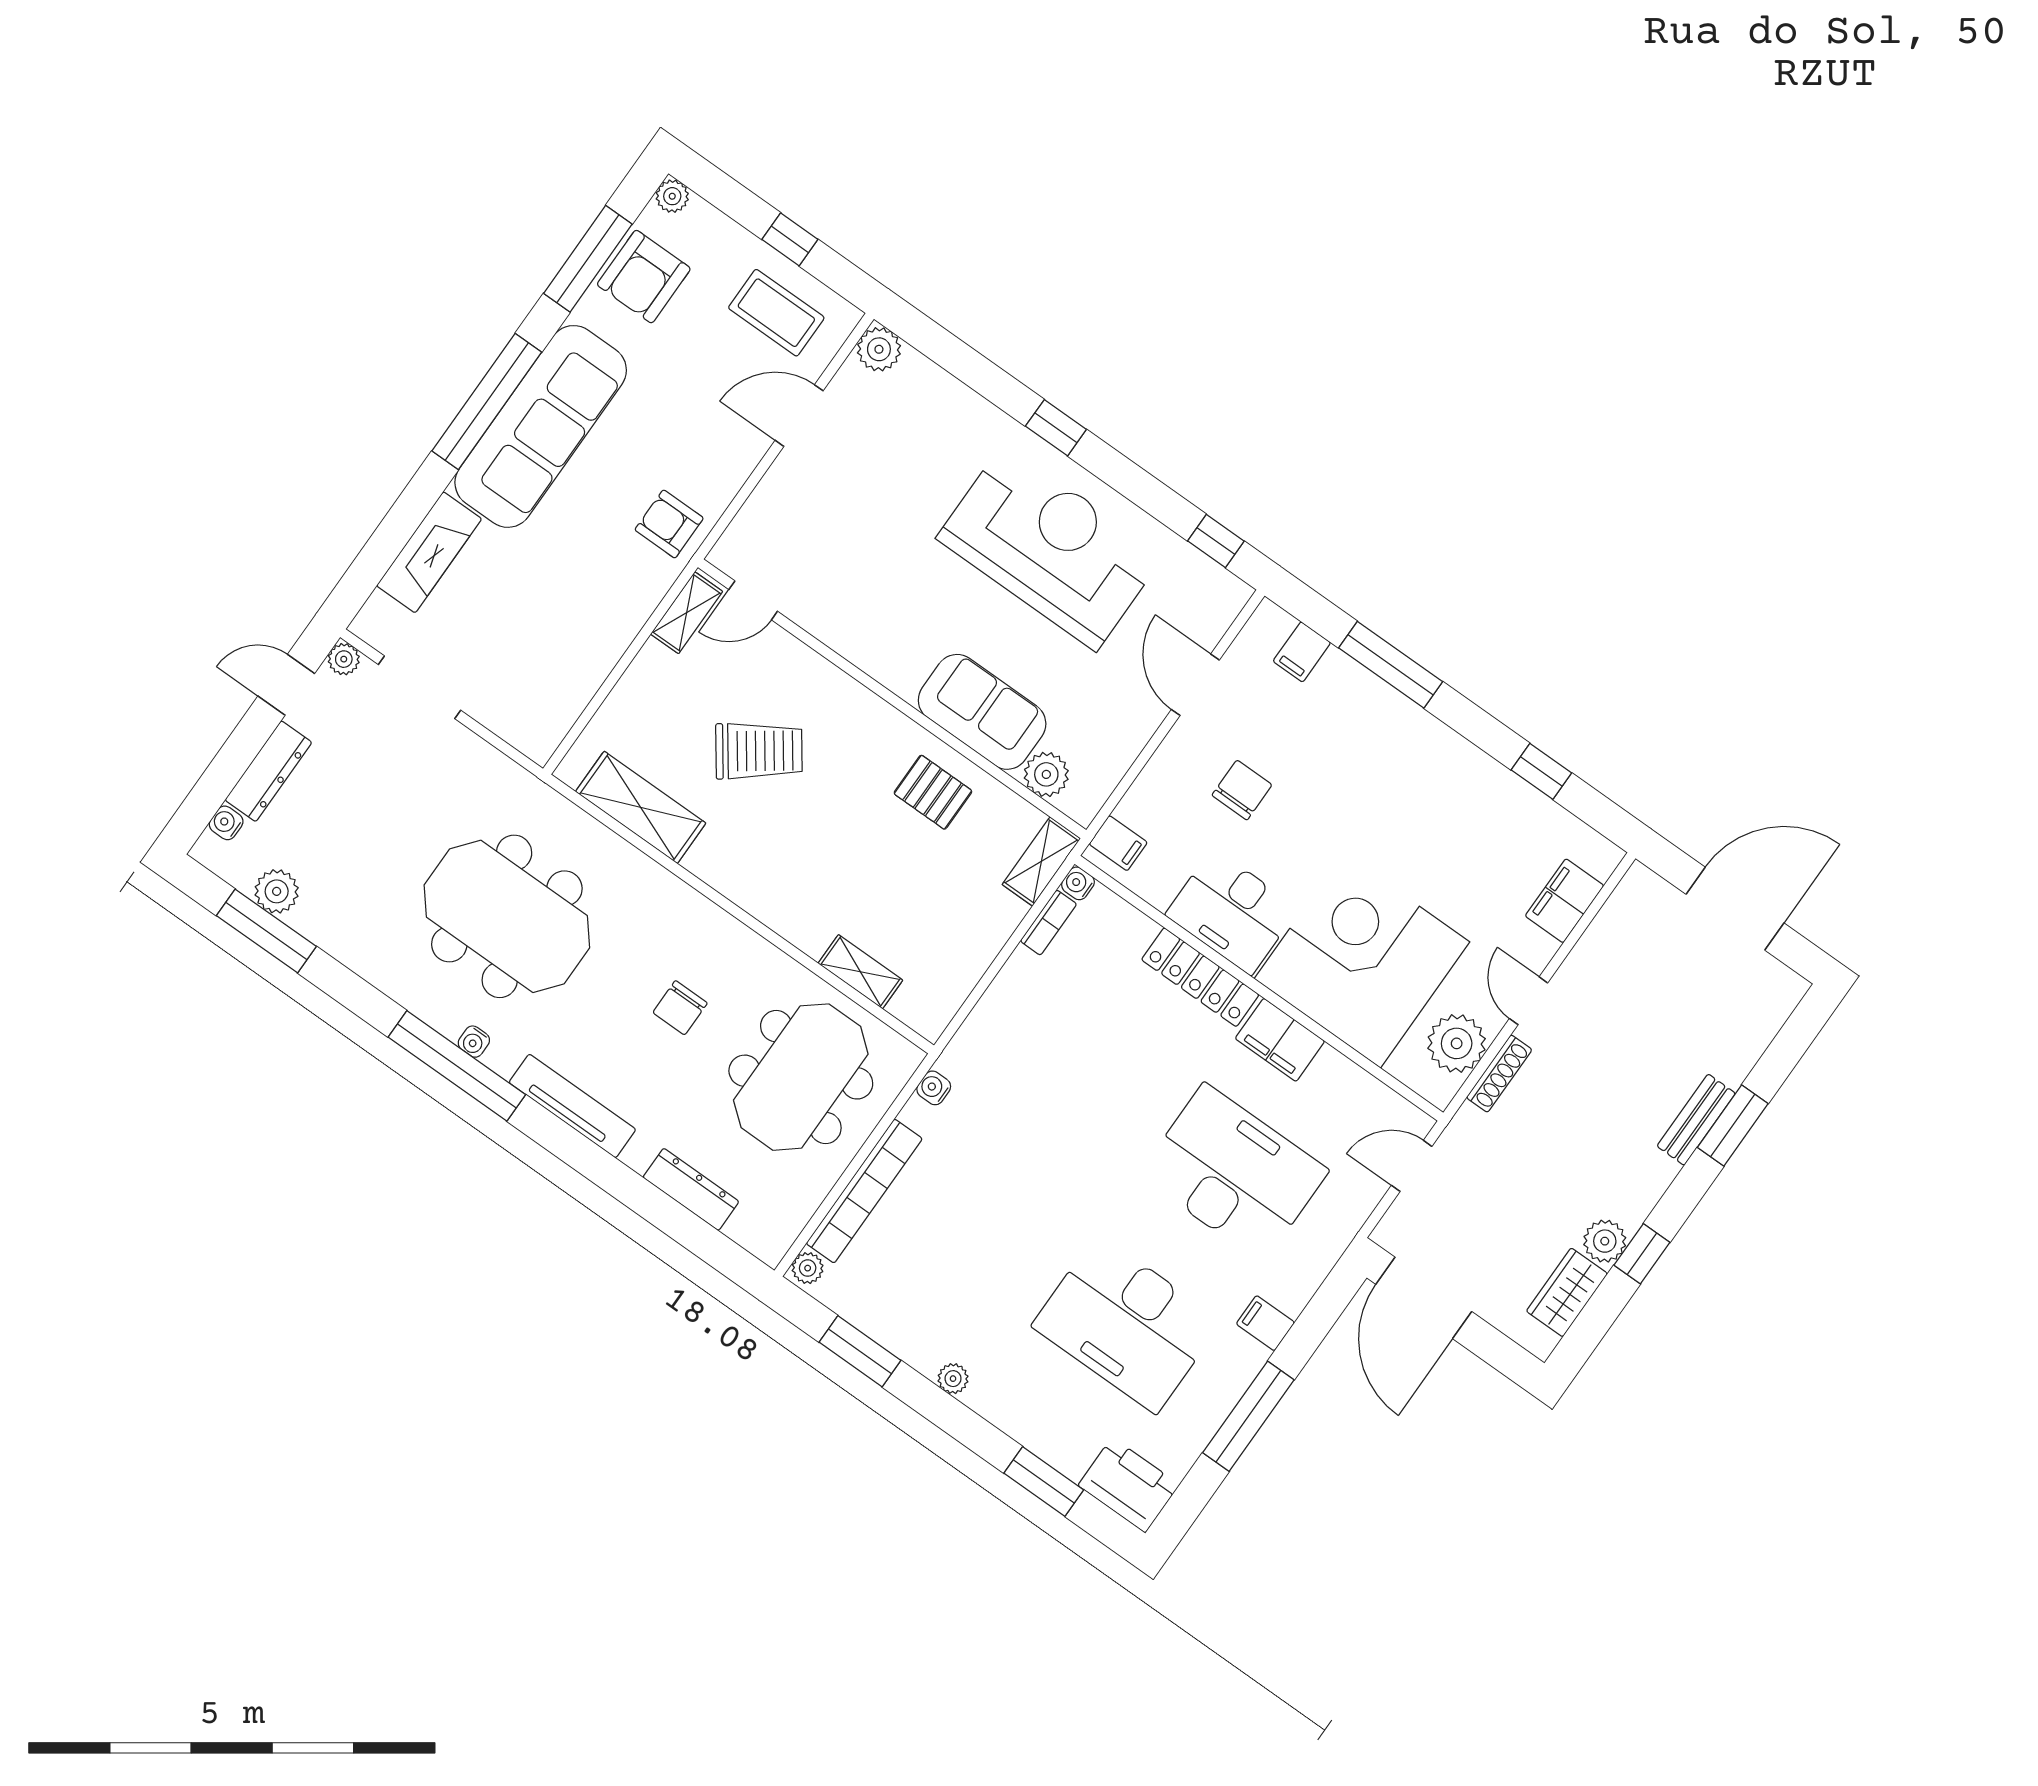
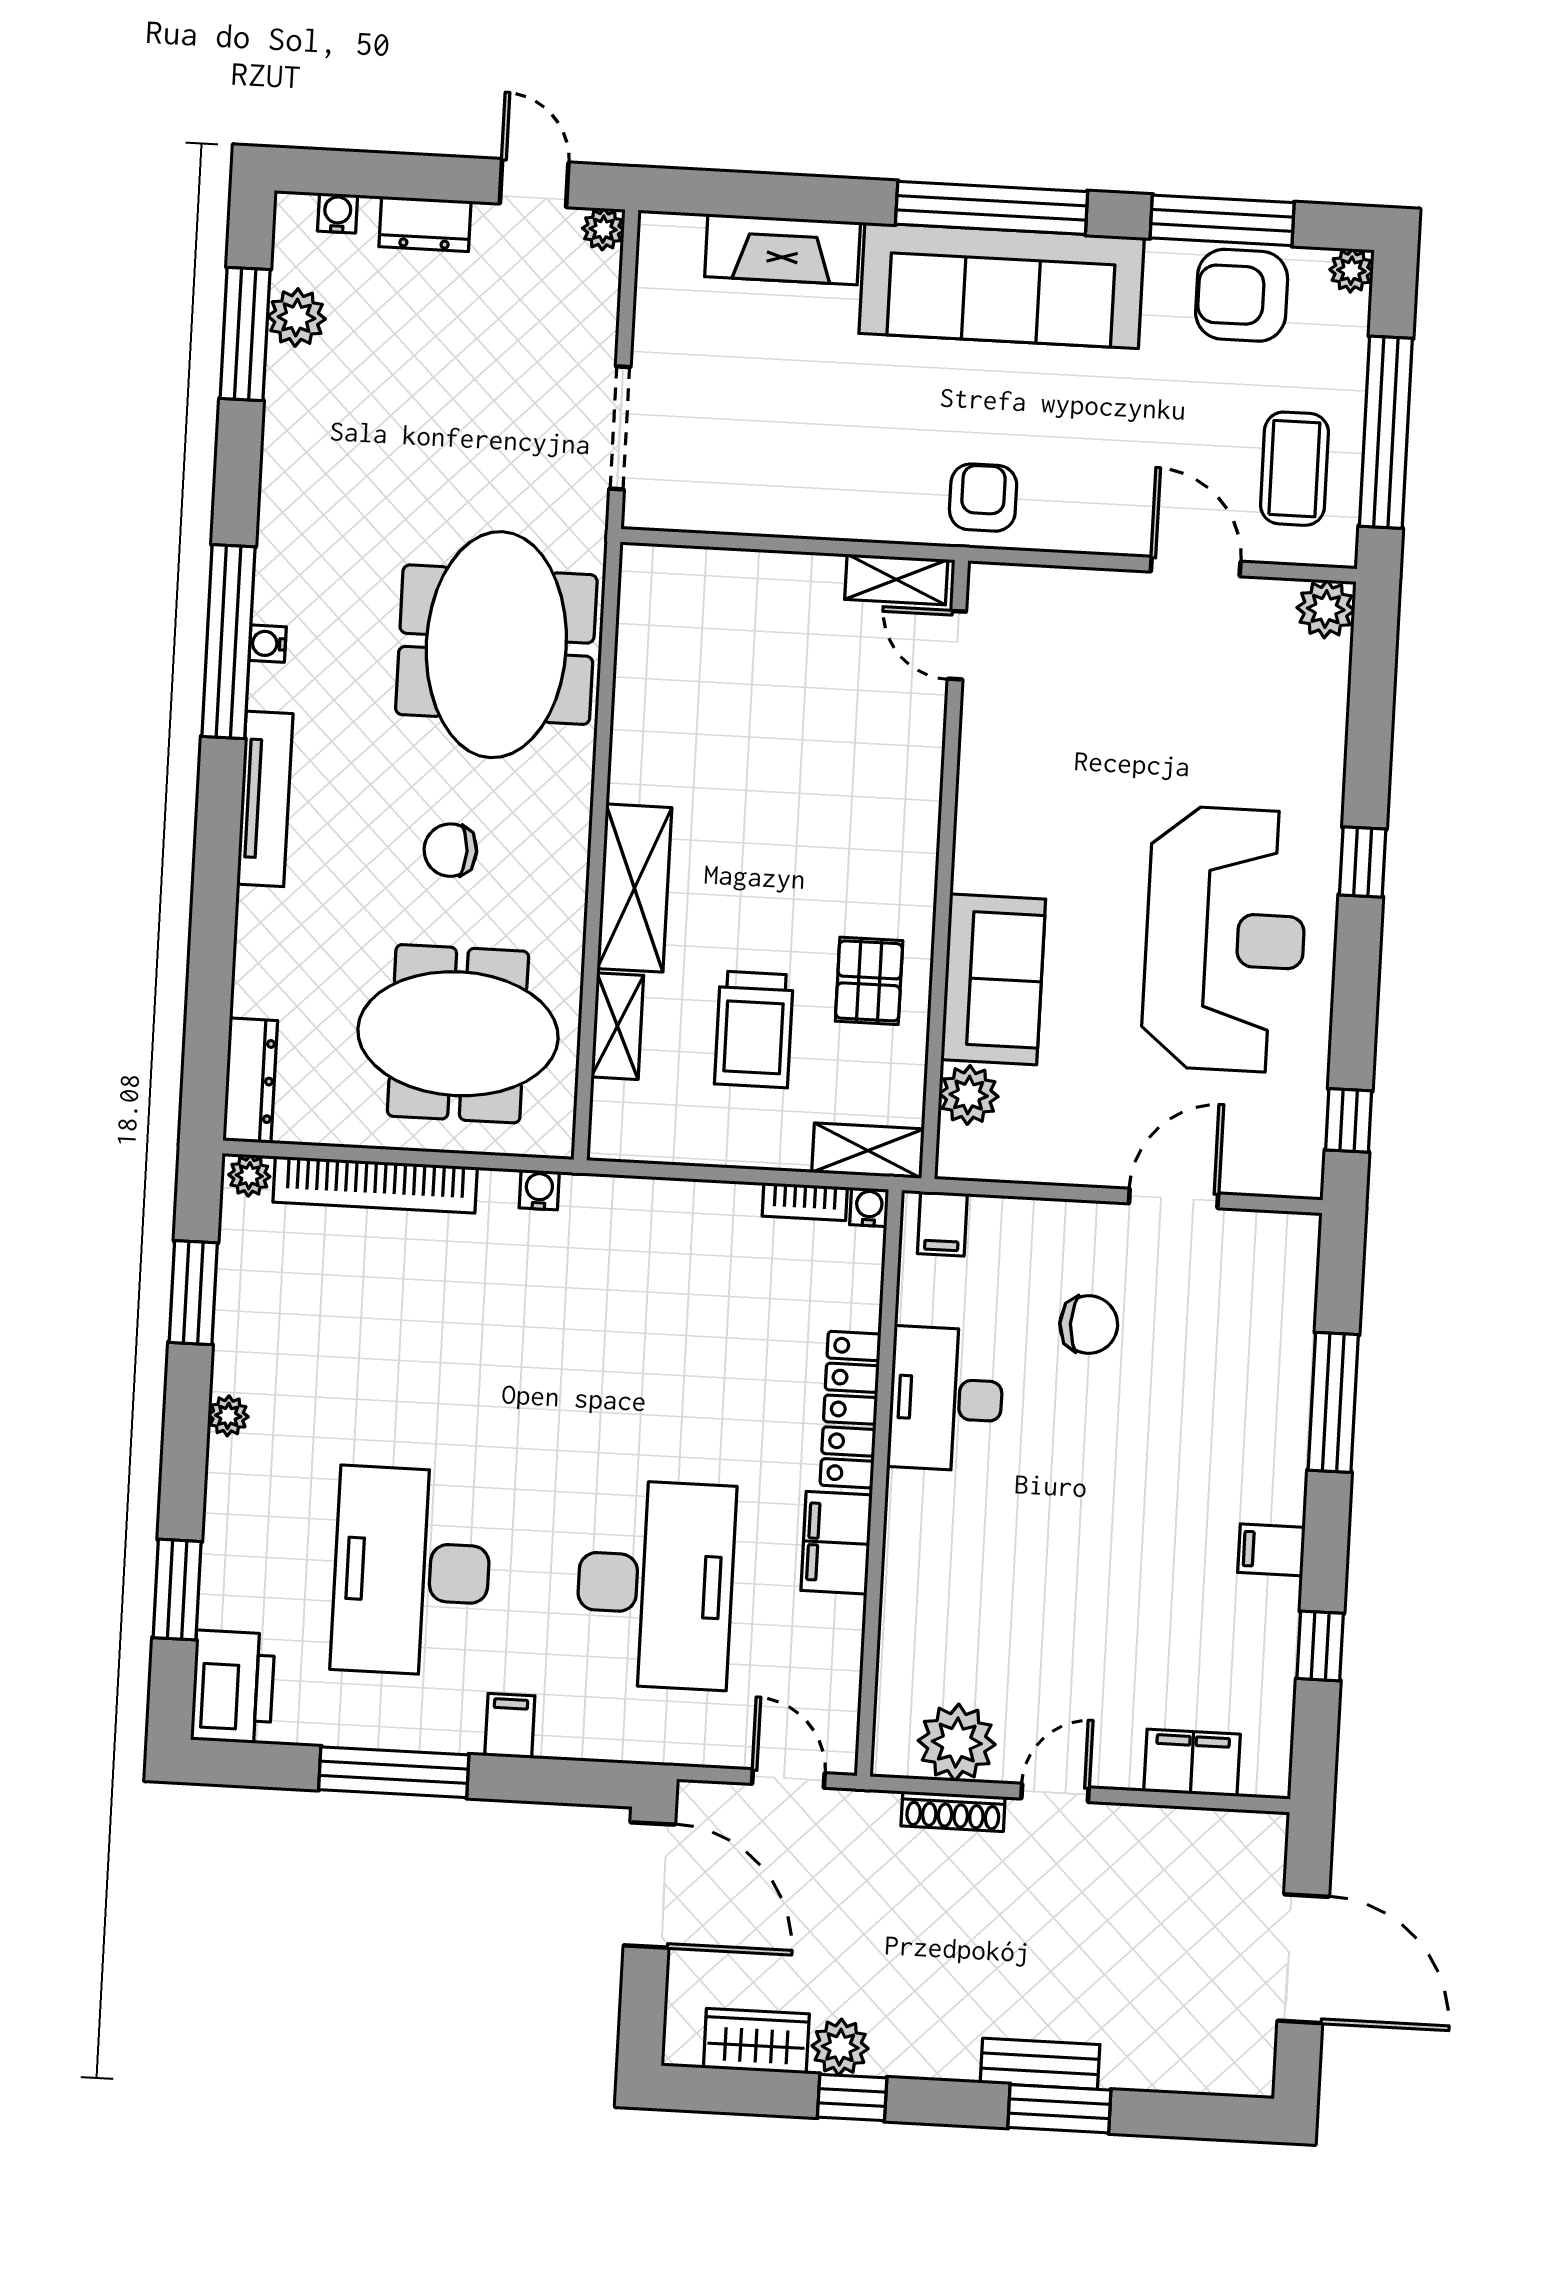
window: (790, 239) -> (1386, 432), width x3.17
filing cabinet: (1302, 652) -> (1271, 1550), moved
doorway: (420, 687) -> (620, 428), moved
trolley: (759, 751) -> (754, 1029), moved, turned 36
dresser: (268, 771) -> (425, 224), width x0.70
shelving: (641, 807) -> (634, 888), moved
meeting table: (507, 916) -> (496, 645), moved
corner desk: (1362, 960) -> (983, 1578), removed
dresser: (691, 1189) -> (250, 1081), moved
door: (1424, 1298) -> (649, 1885), swing flipped

